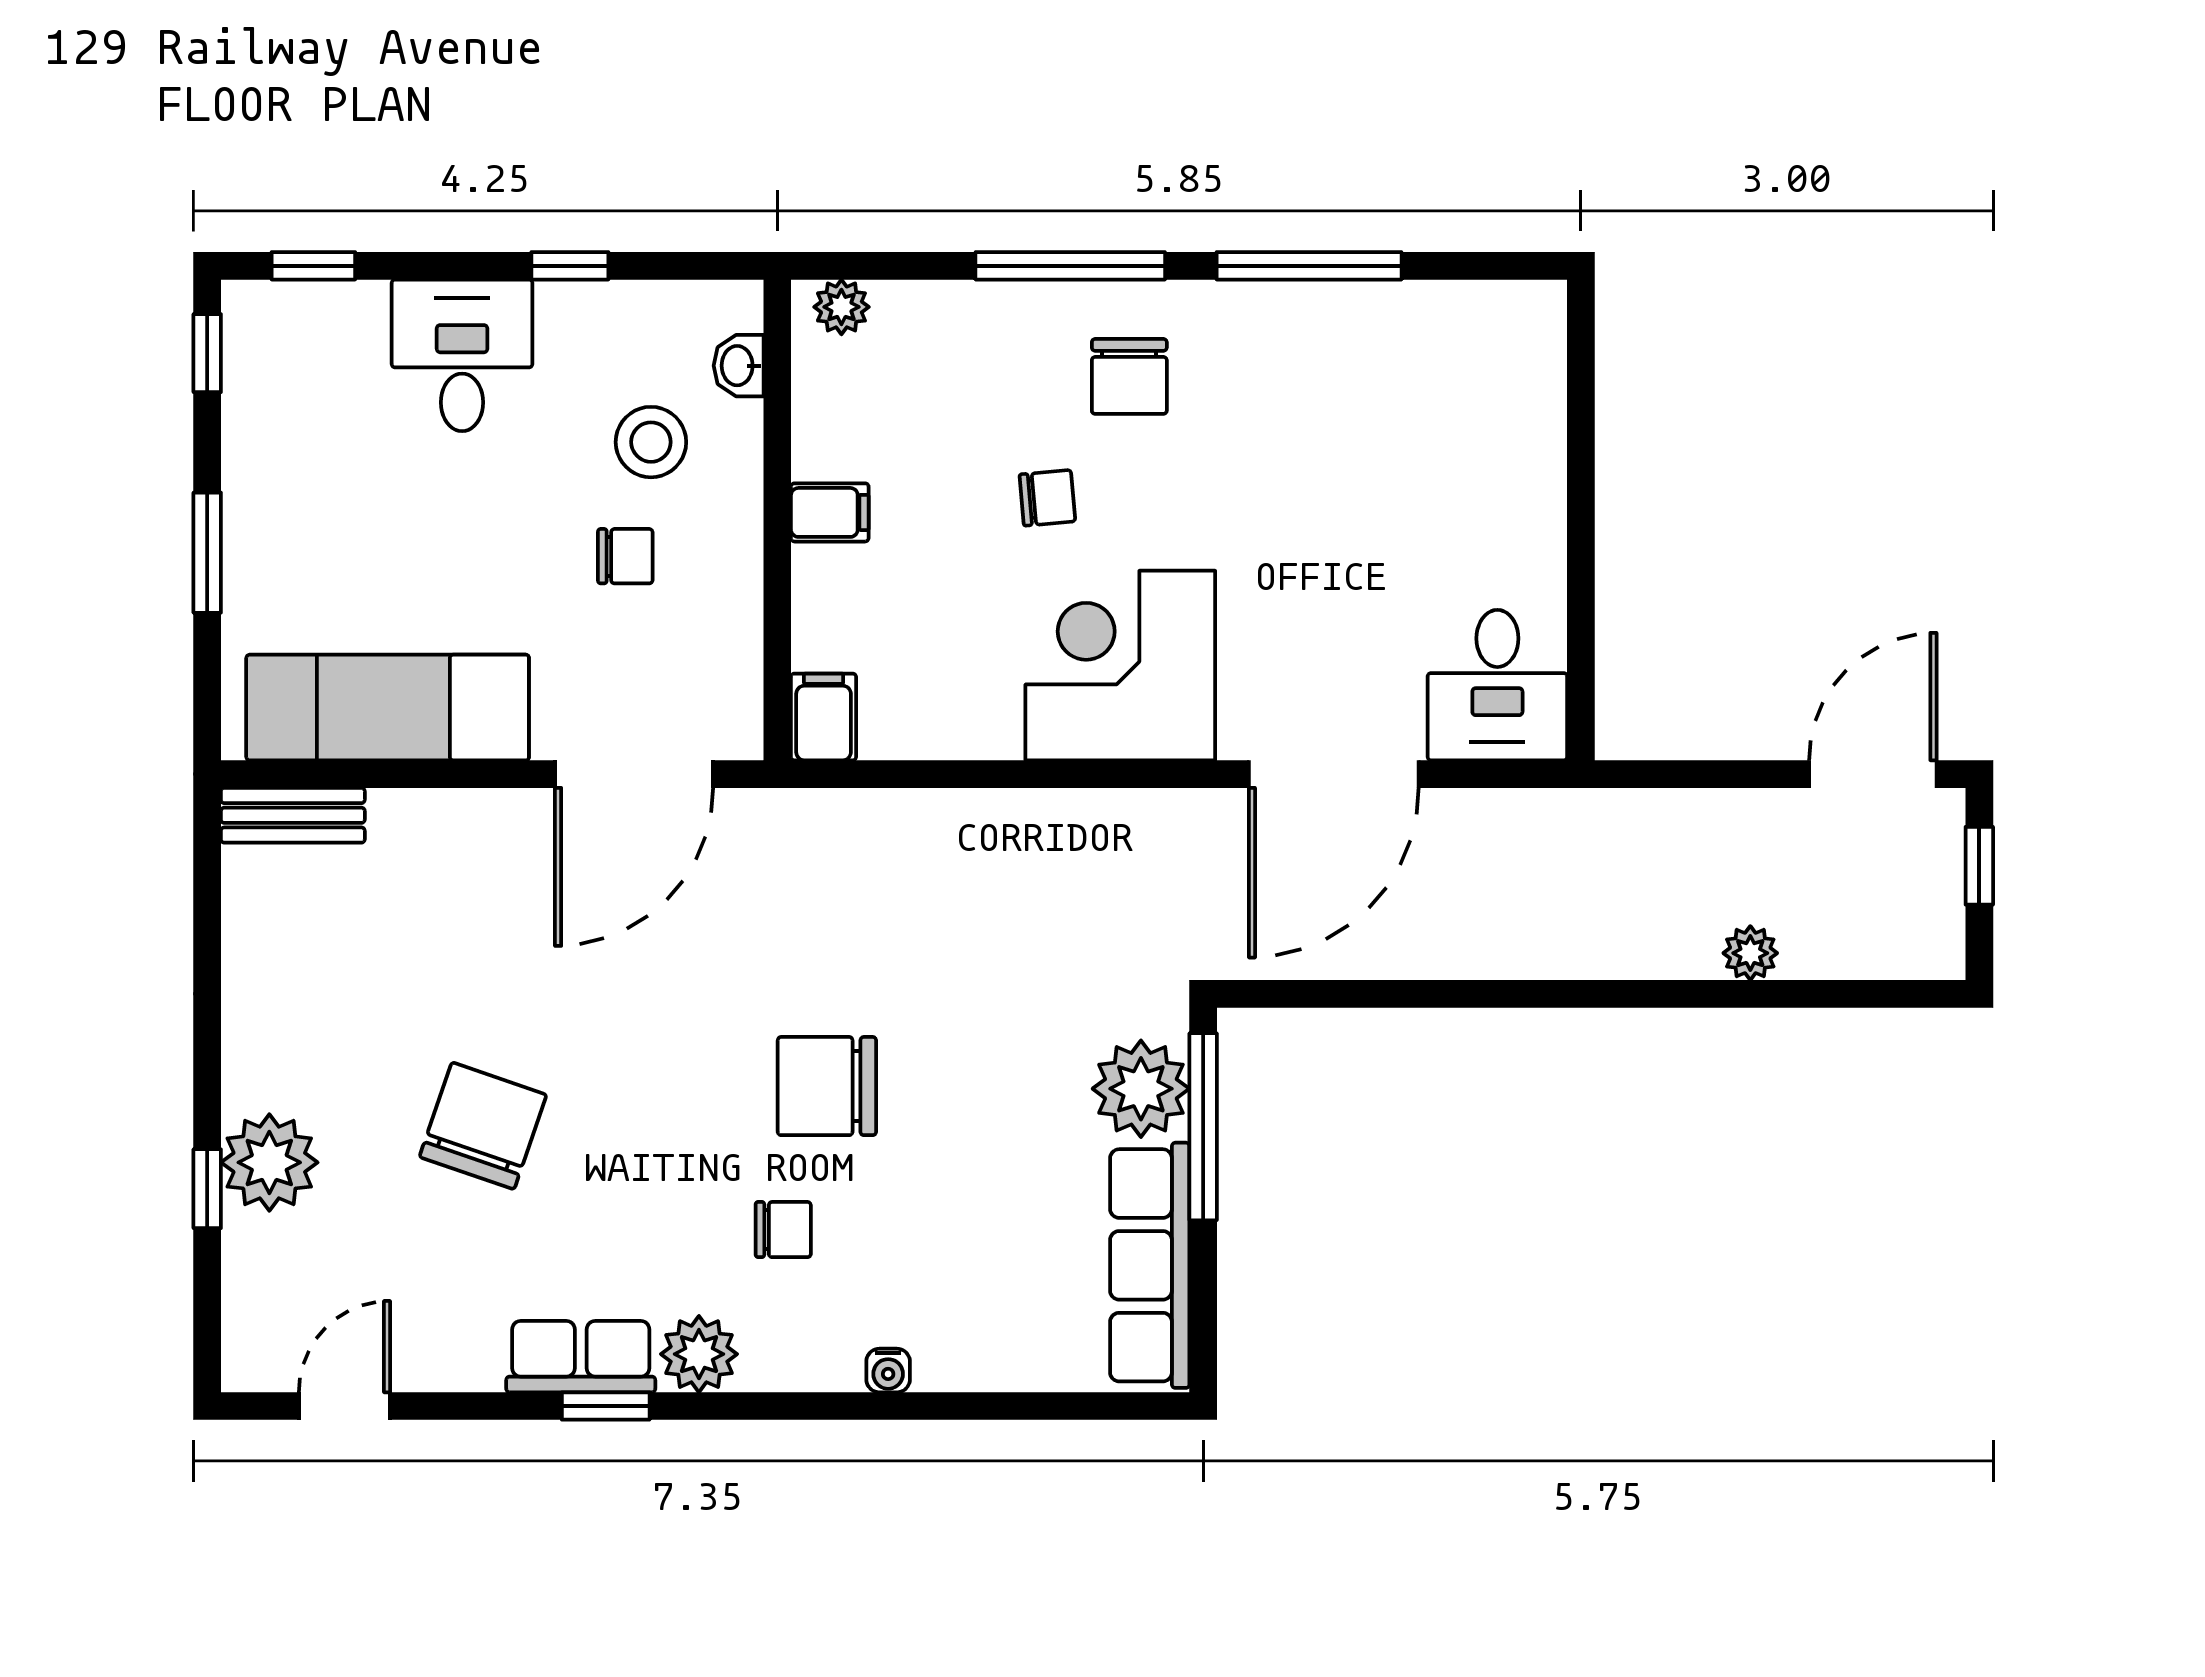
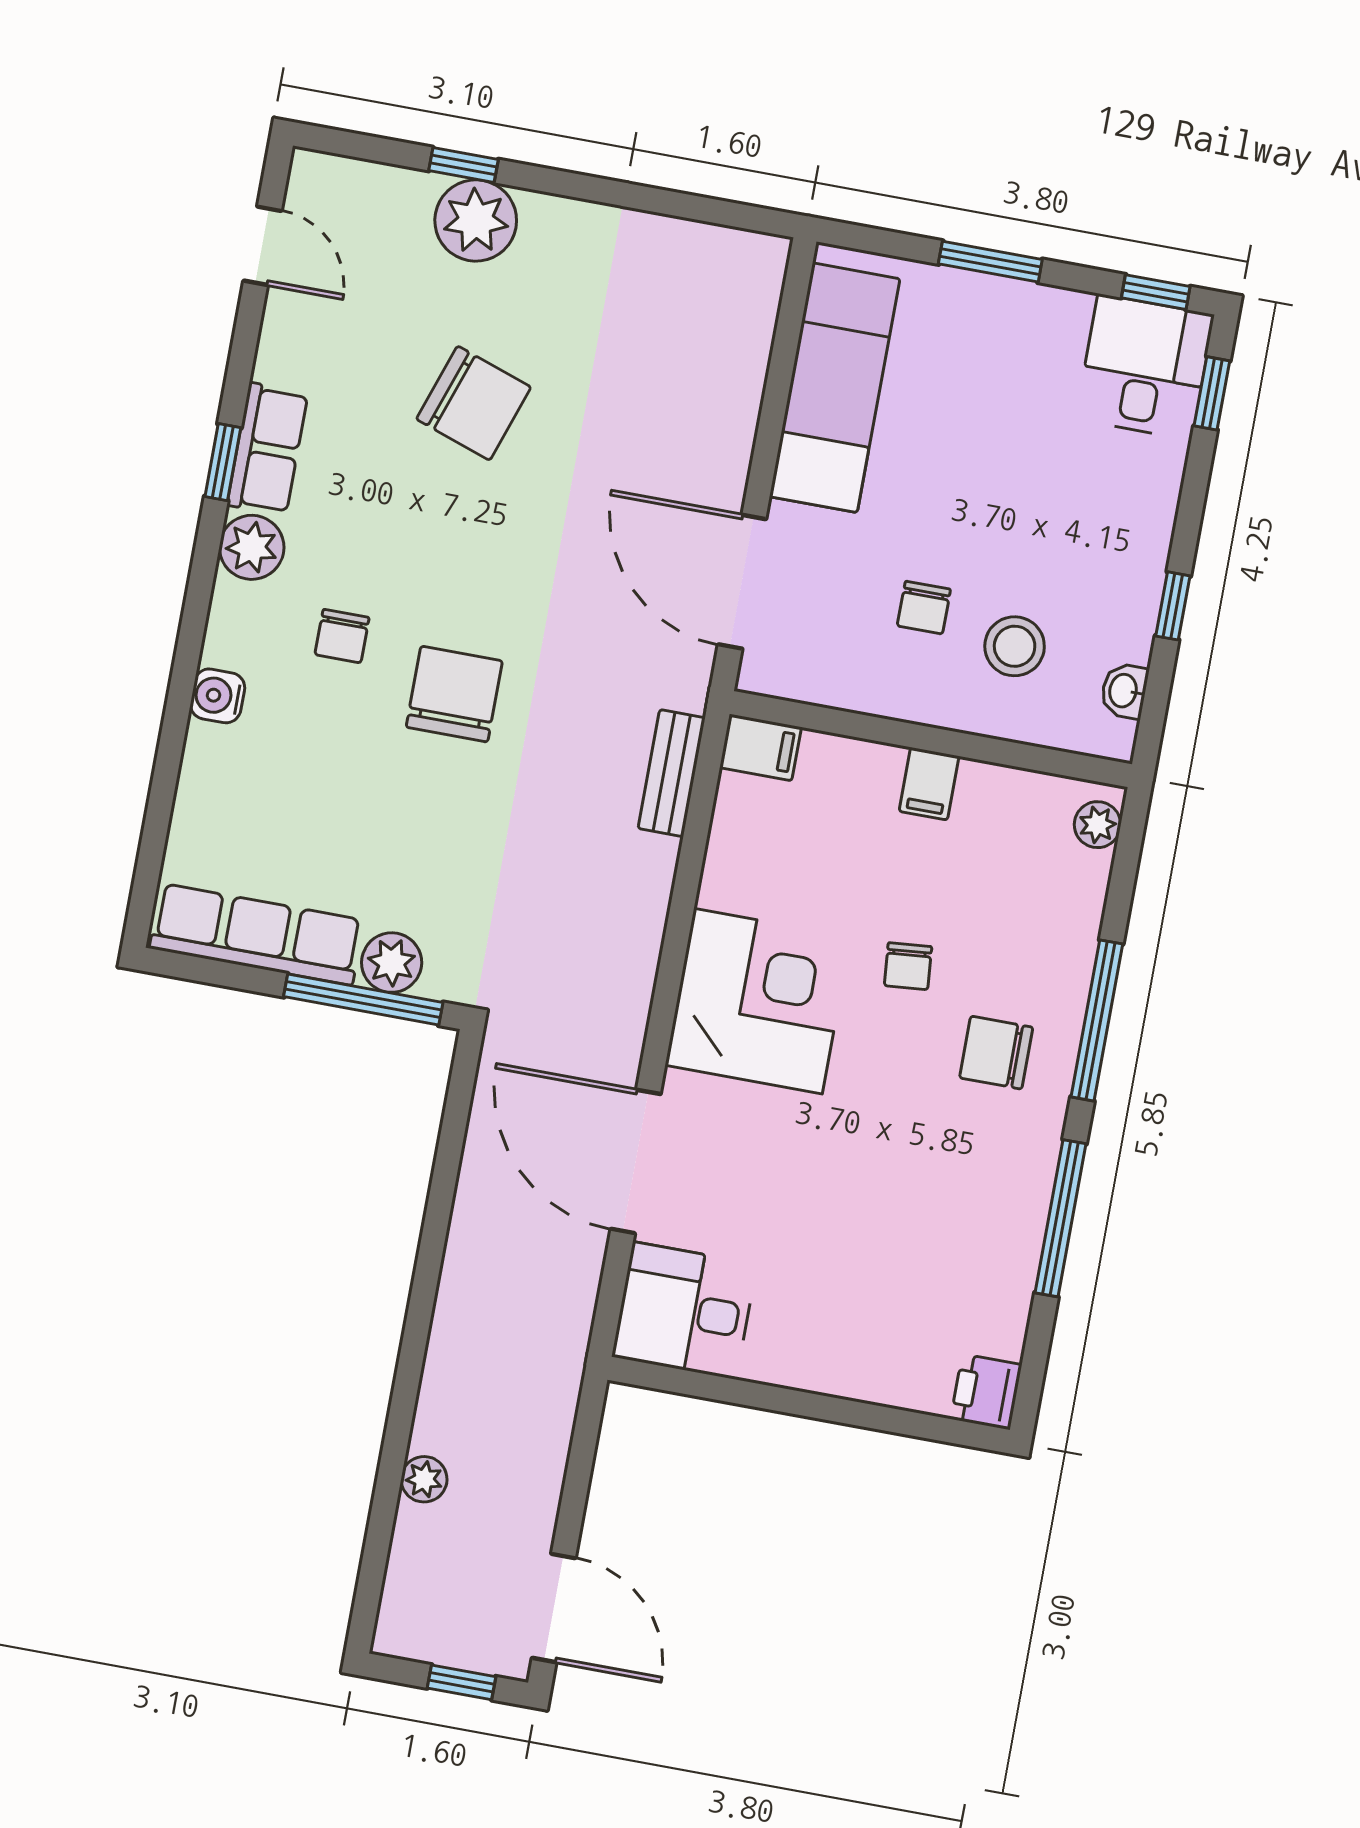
printer: (1528, 315) -> (986, 1392), added
desk: (462, 355) -> (1145, 367), moved, turned -90
washbasin: (739, 366) -> (1124, 691), moved, turned -90
bench: (293, 815) -> (672, 773), moved
plant: (1141, 1089) -> (392, 963), width x0.73, depth x0.73
water cooler: (888, 1370) -> (217, 696), width x1.38, depth x1.38

